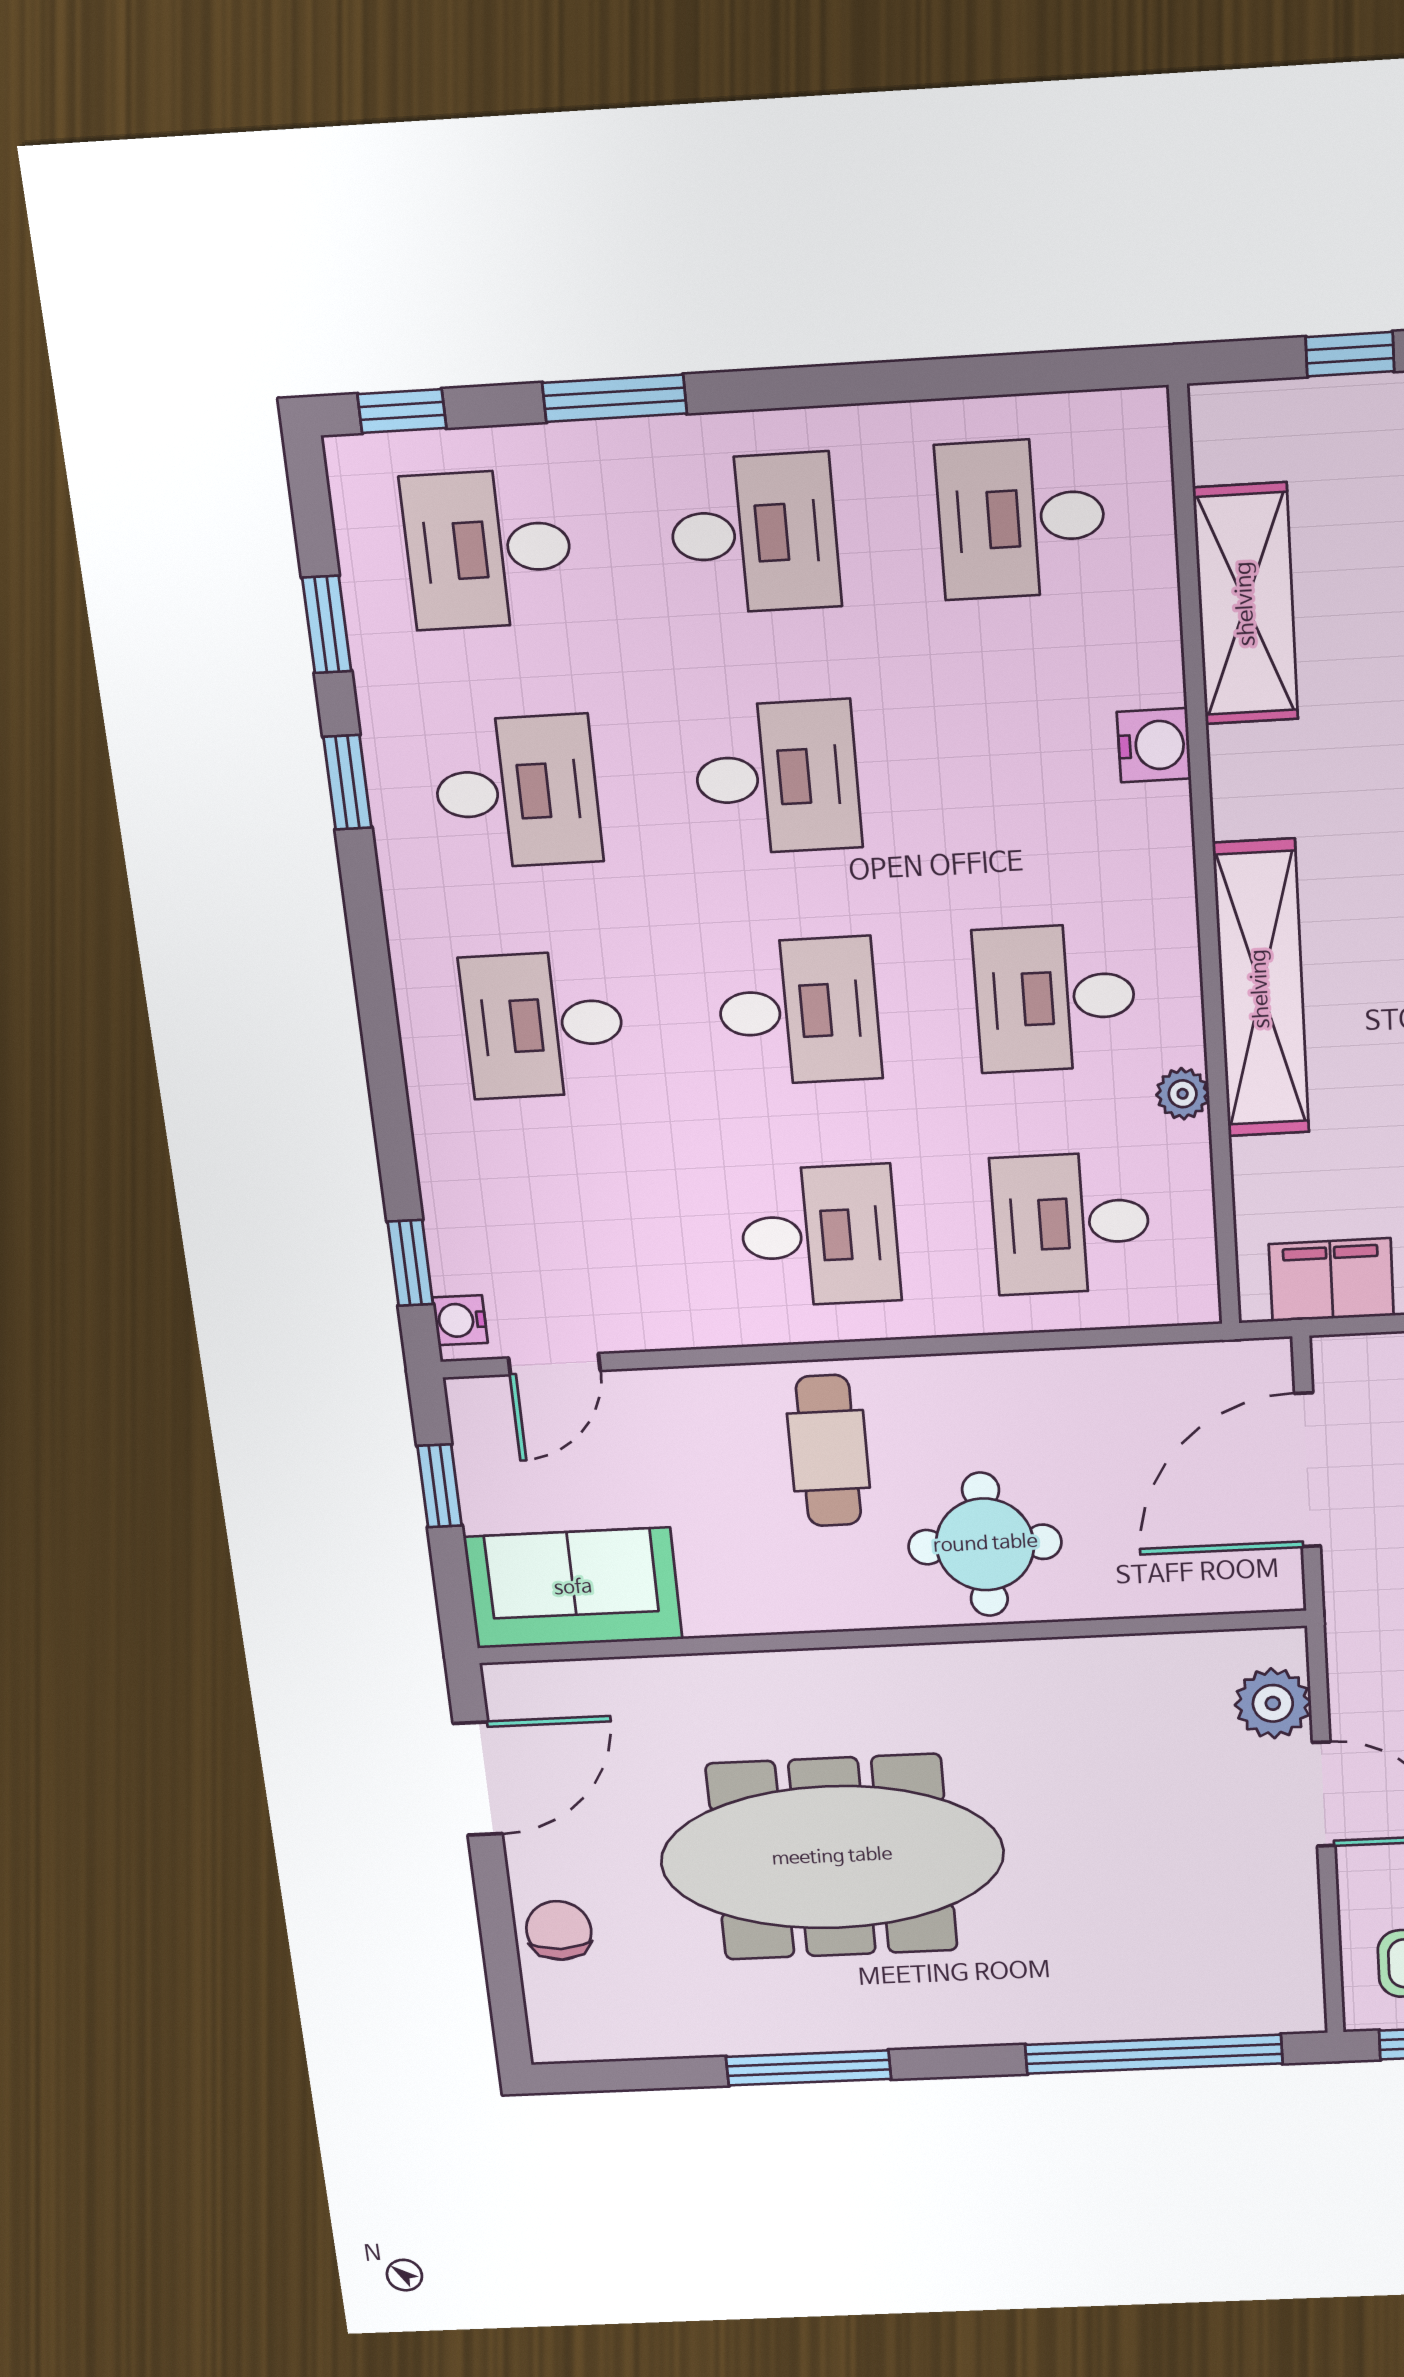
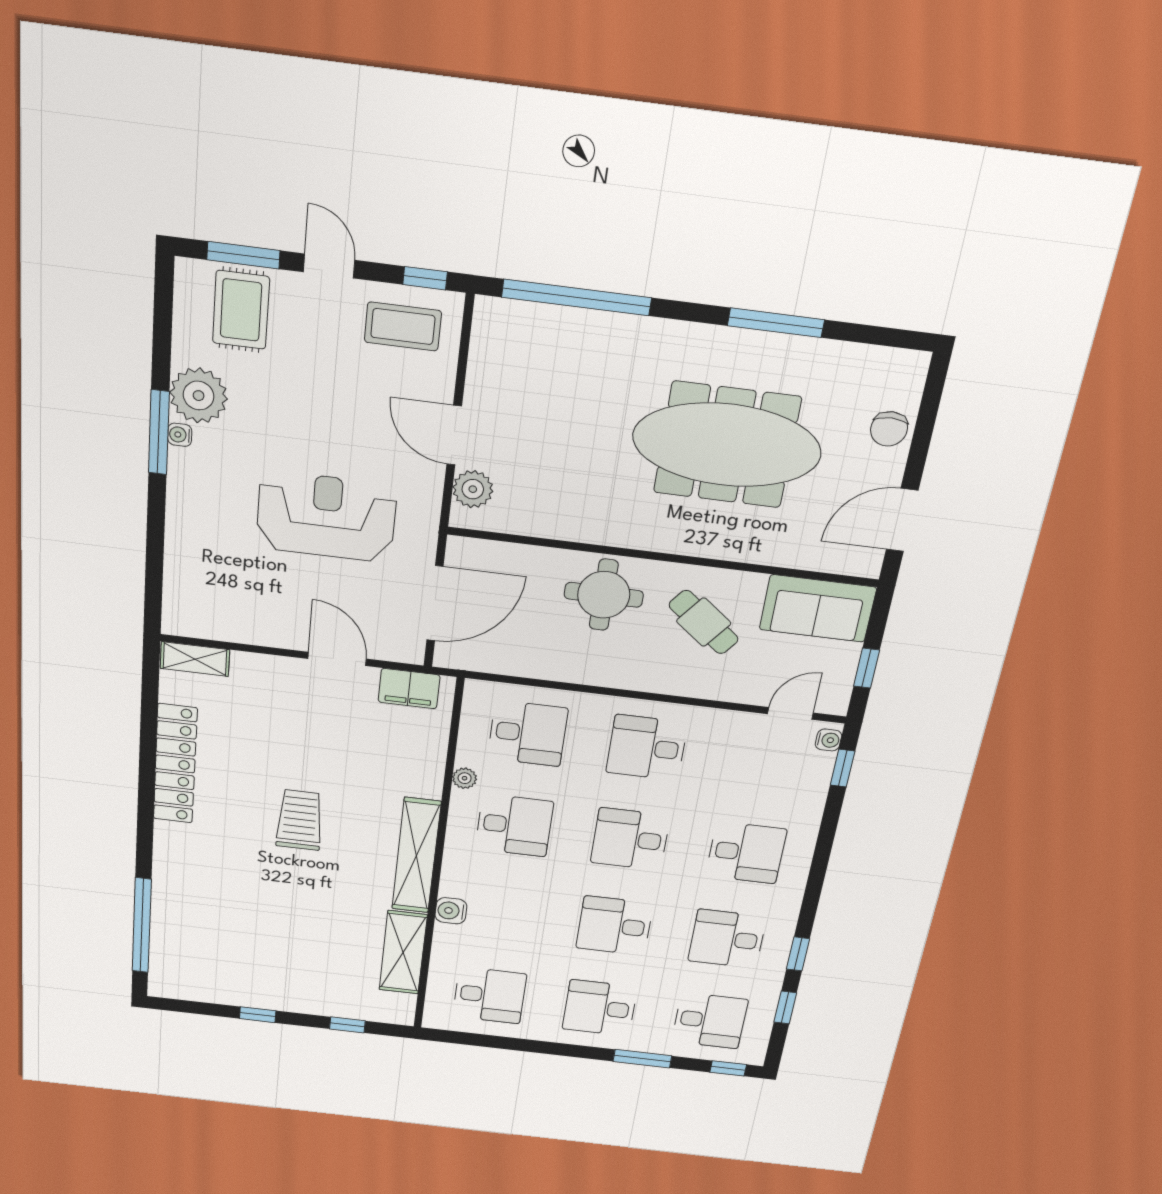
shelving: (1261, 989) -> (416, 856), moved
cafe table: (828, 1451) -> (704, 622), moved, turned -52

